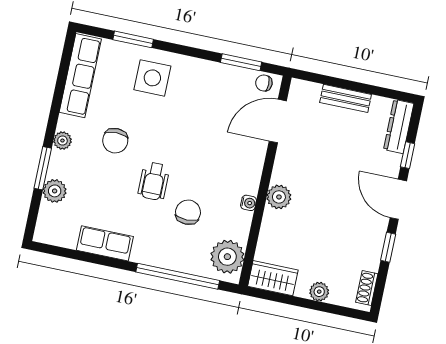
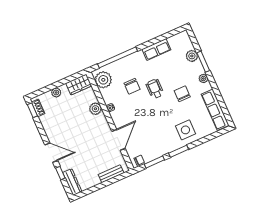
window: (133, 39) -> (179, 151), moved
bench: (346, 98) -> (111, 174), moved
door: (278, 121) -> (118, 140), moved
plant: (279, 197) -> (95, 109), moved
window: (388, 247) -> (32, 110), moved

